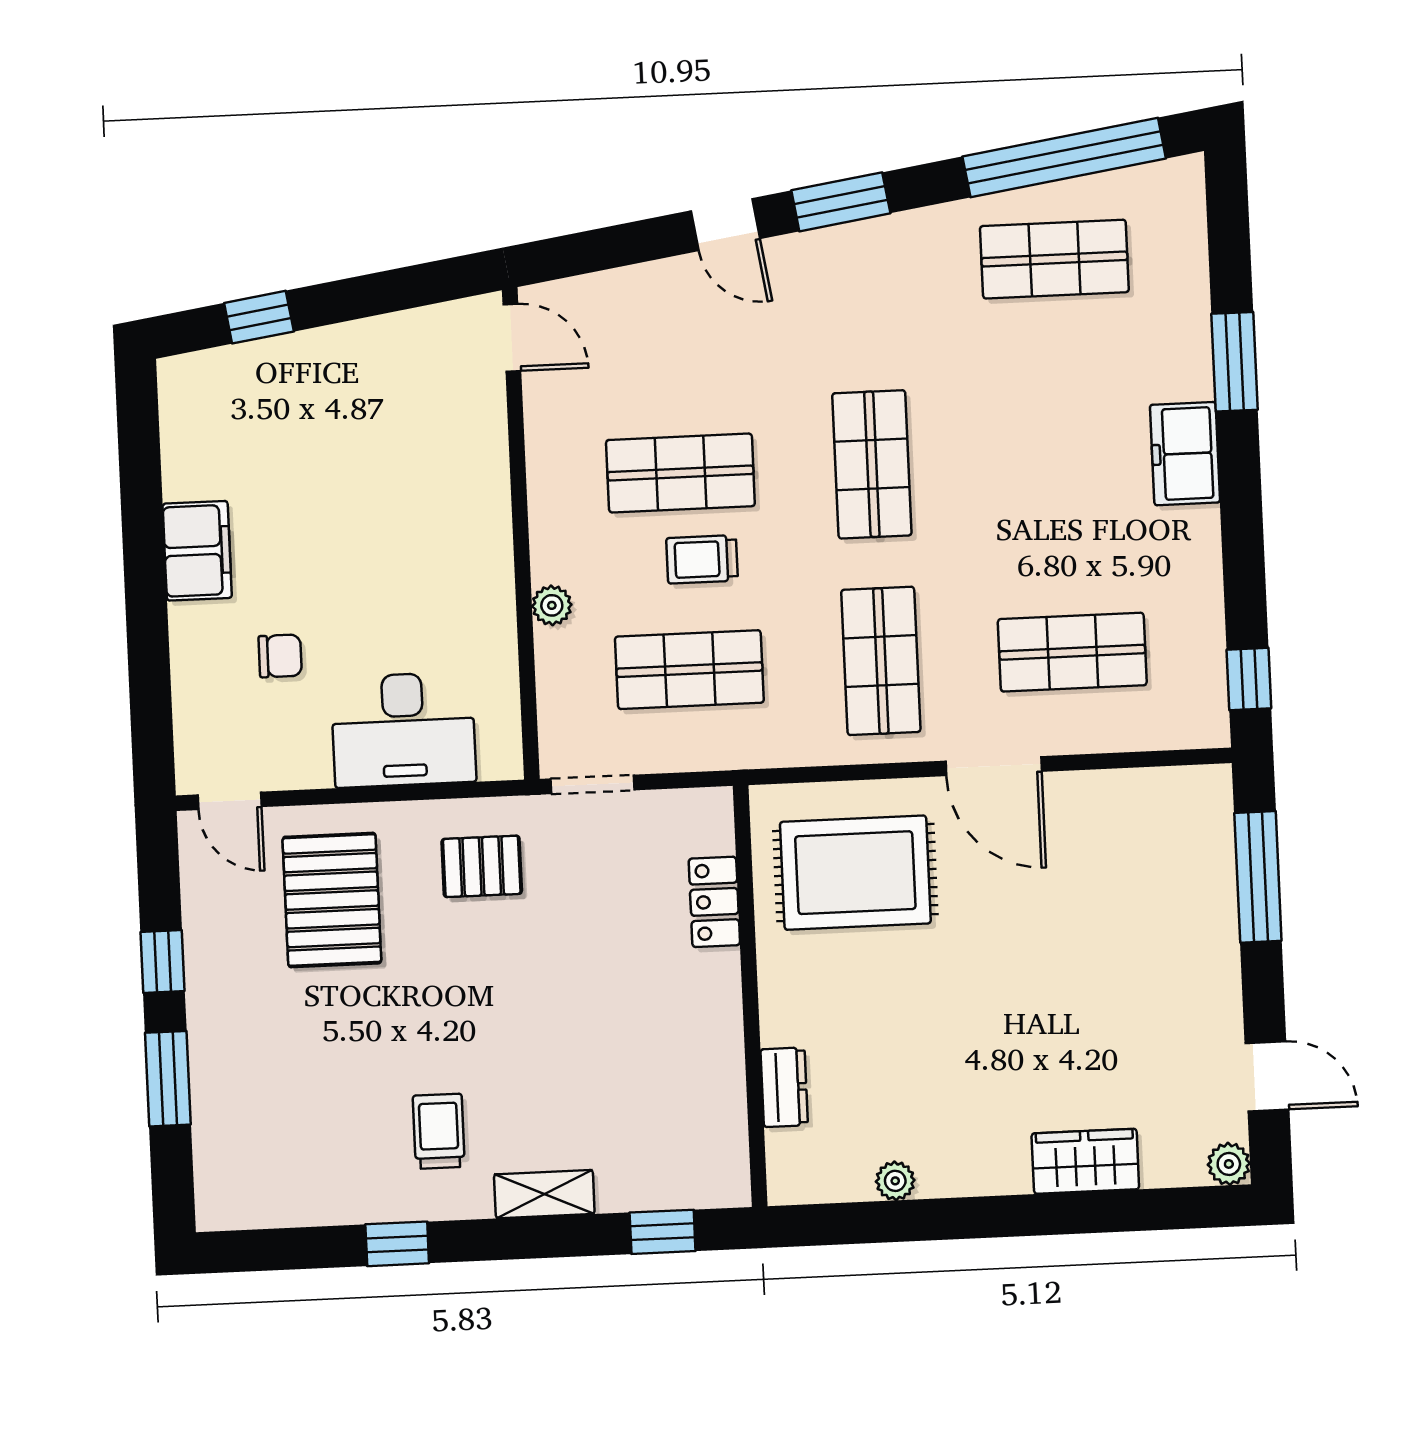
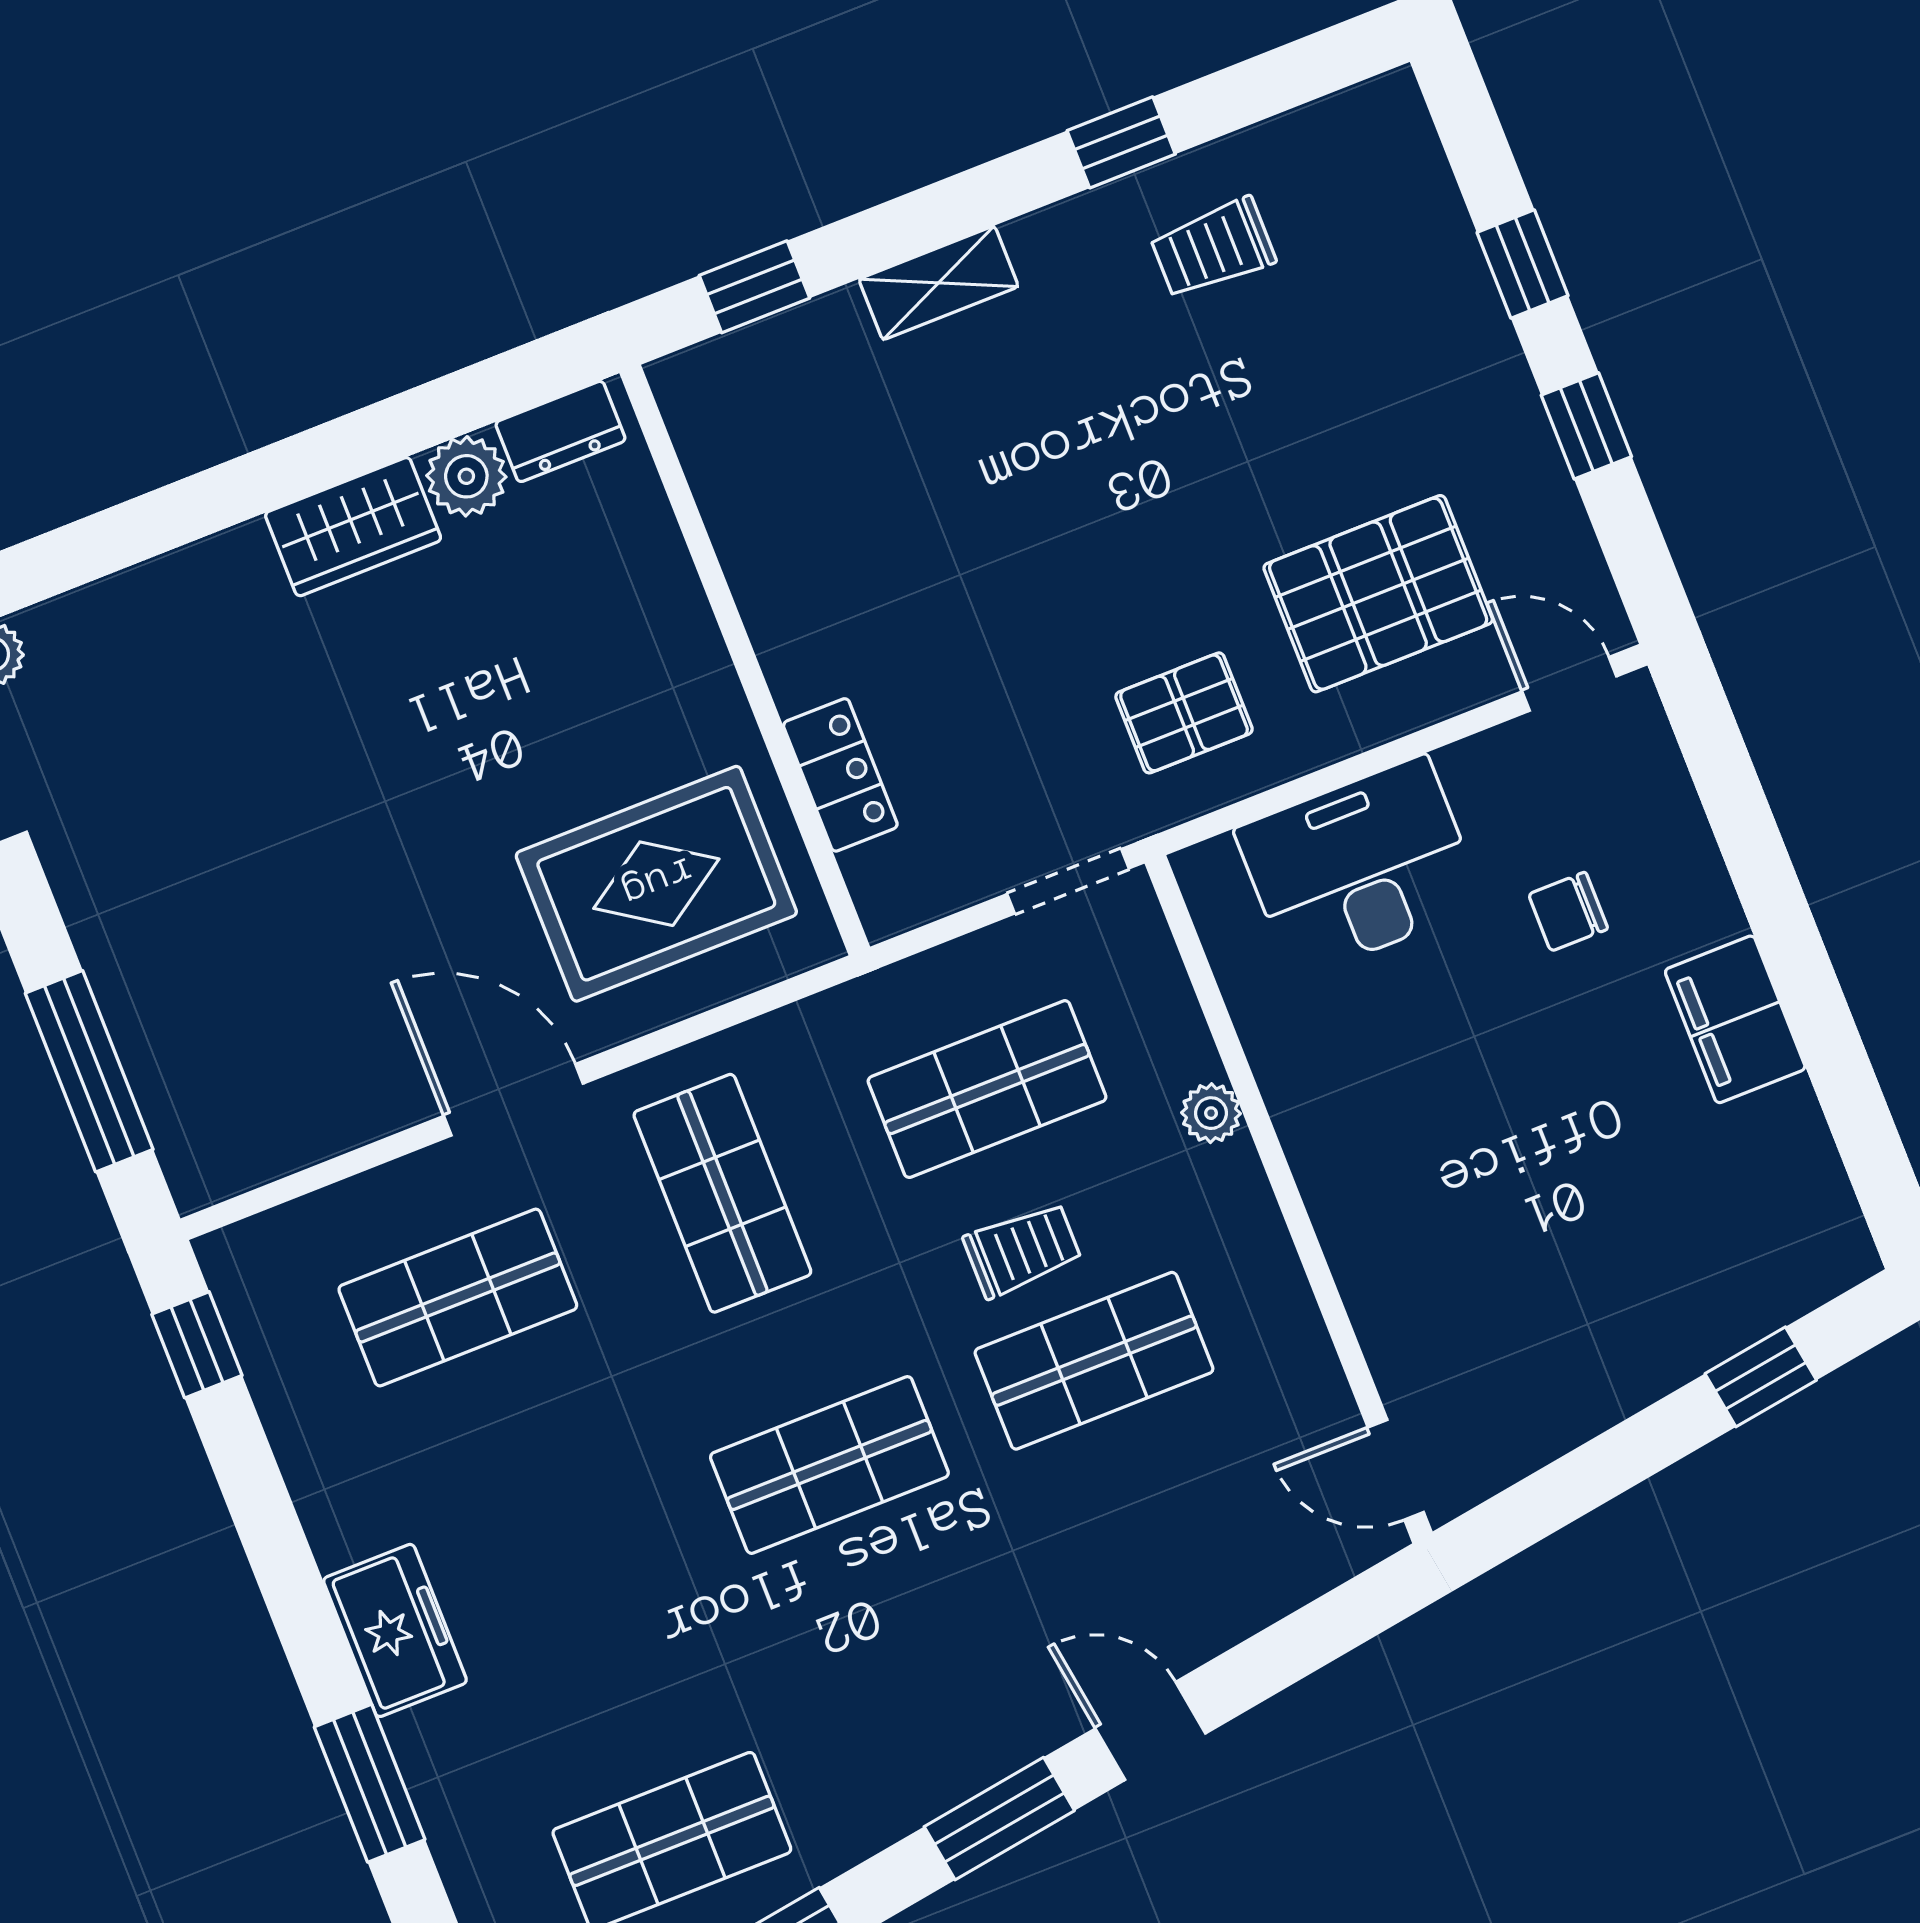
shop shelf: (872, 464) -> (829, 1465), turned 90
pallet: (332, 900) -> (1378, 594), turned 90
window: (168, 1079) -> (1523, 264), width x0.67
dresser: (784, 1087) -> (560, 431), moved, turned -90
trolley: (439, 1131) -> (1213, 248), moved, turned 90
wardrobe: (1085, 1161) -> (353, 527), moved
plant: (895, 1181) -> (466, 476), width x1.38, depth x1.38

